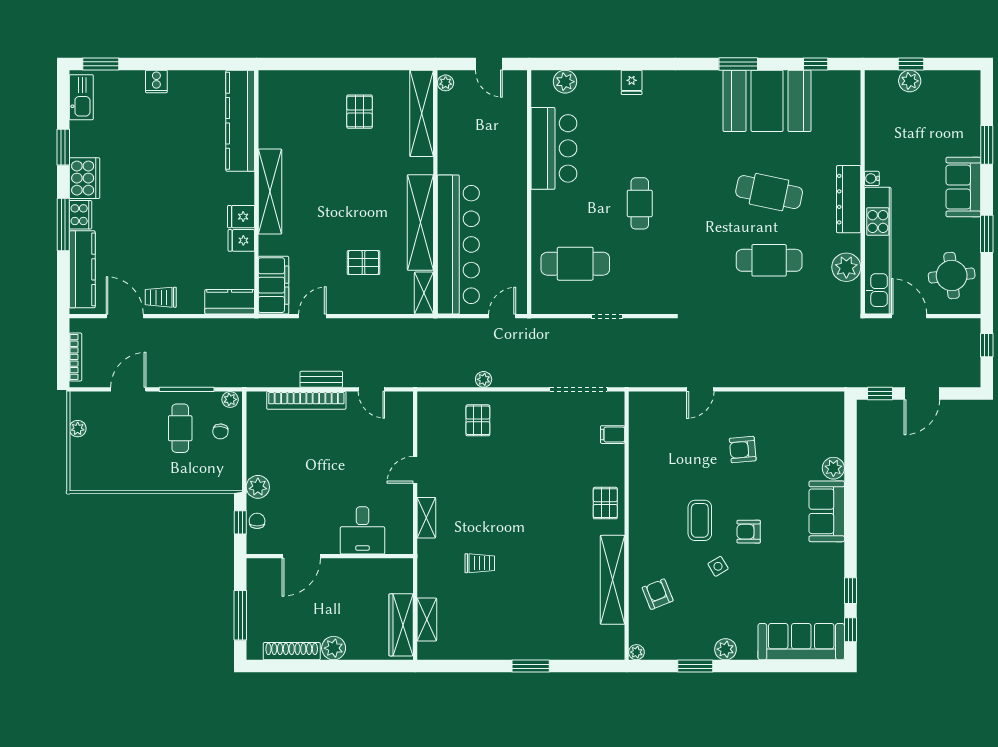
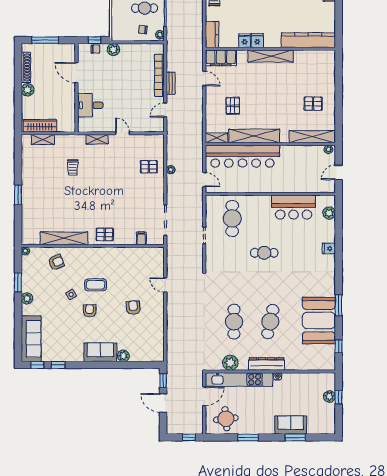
sofa: (963, 187) -> (291, 425), moved

